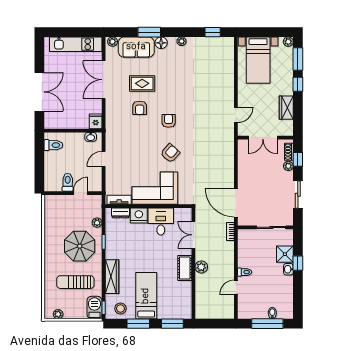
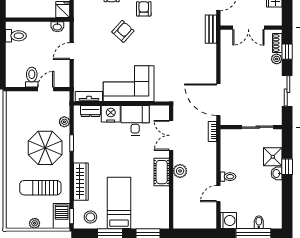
bench: (229, 139) -> (211, 29), added
armchair: (170, 153) -> (123, 31), moved
washing machine: (245, 312) -> (228, 220), added
plant: (58, 314) -> (35, 223), moved

